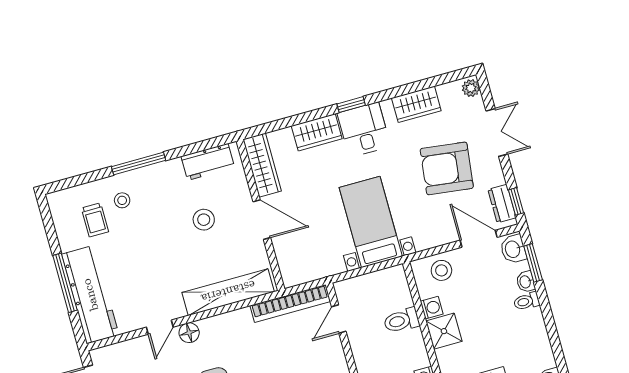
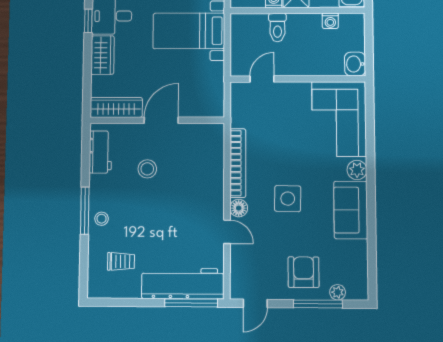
stool: (122, 200) -> (102, 219), moved
window: (65, 283) -> (191, 303), moved
shelving: (228, 292) -> (214, 165), removed
bookcase: (290, 304) -> (238, 163), moved
door: (339, 319) -> (262, 79), swing flipped

